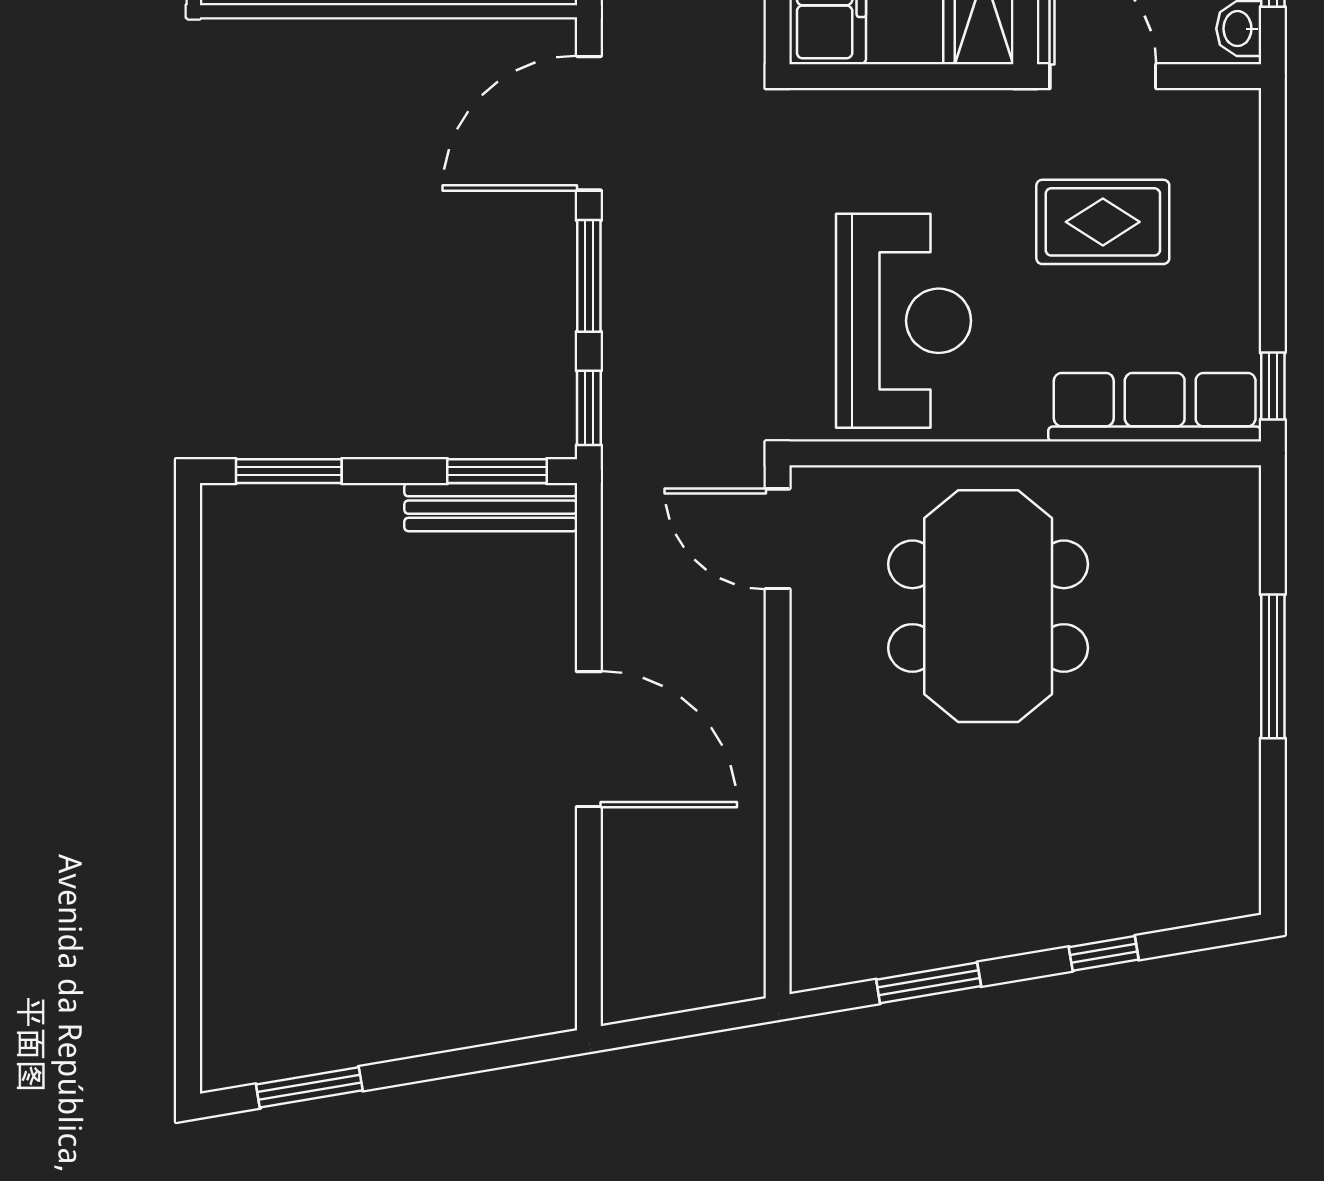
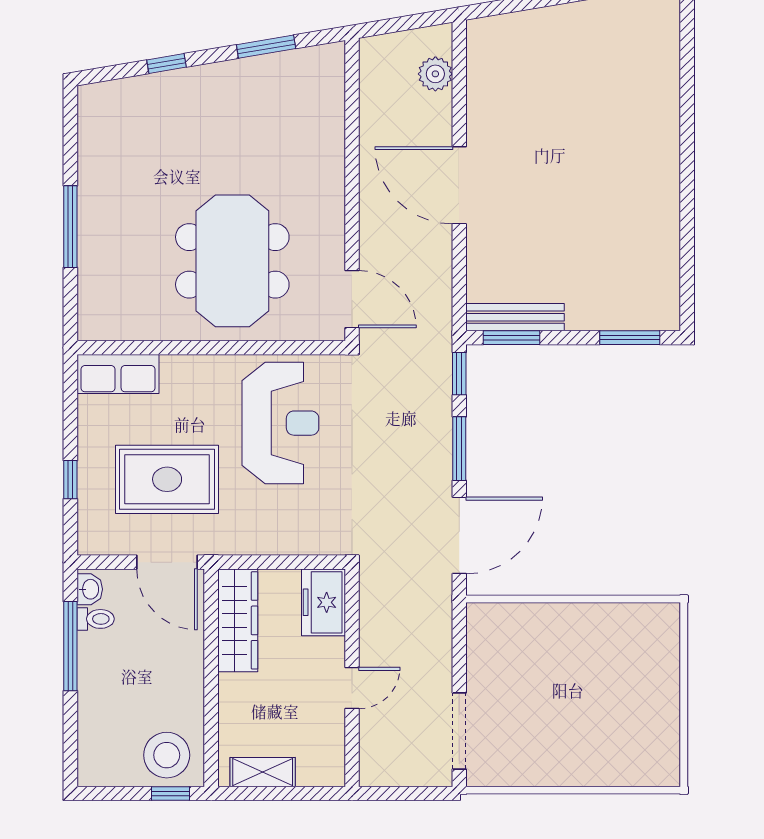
rug: (1103, 222) -> (167, 479), width x1.36, depth x1.43
reception desk: (904, 321) -> (280, 423), turned 180
window: (1273, 386) -> (70, 480), moved
row of seats: (1155, 407) -> (118, 374), width x0.68
plant: (631, 935) -> (435, 74), added

